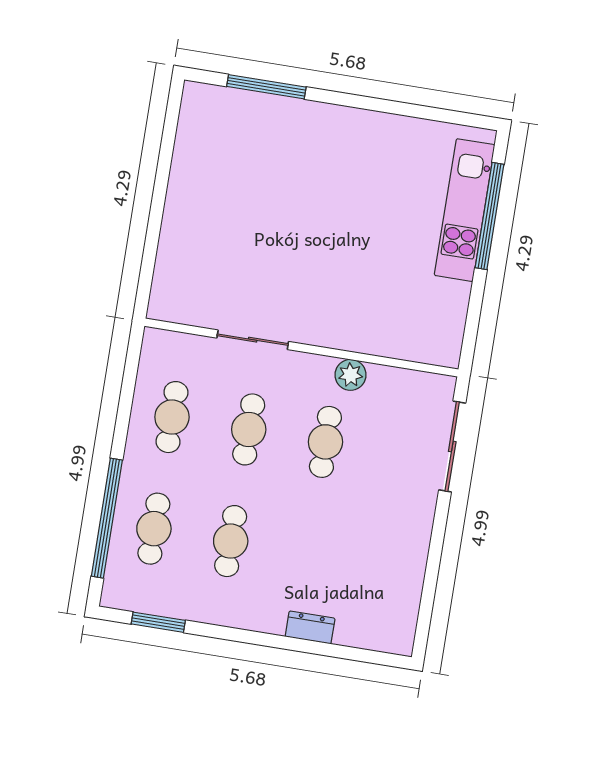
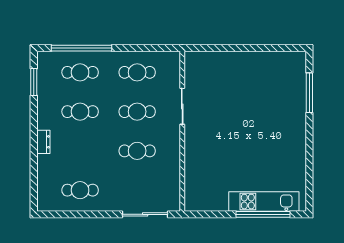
plant: (351, 375) -> (173, 158), removed
cafe table: (384, 566) -> (80, 190), added
dresser: (310, 627) -> (43, 142), moved

